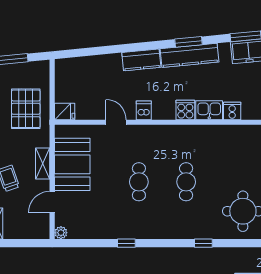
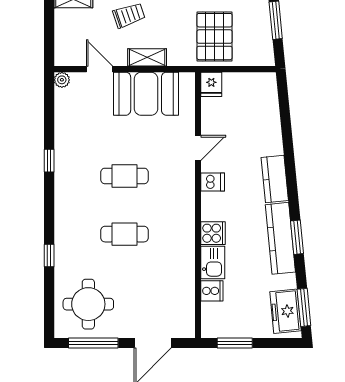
pallet: (26, 109) -> (215, 37), turned 90

